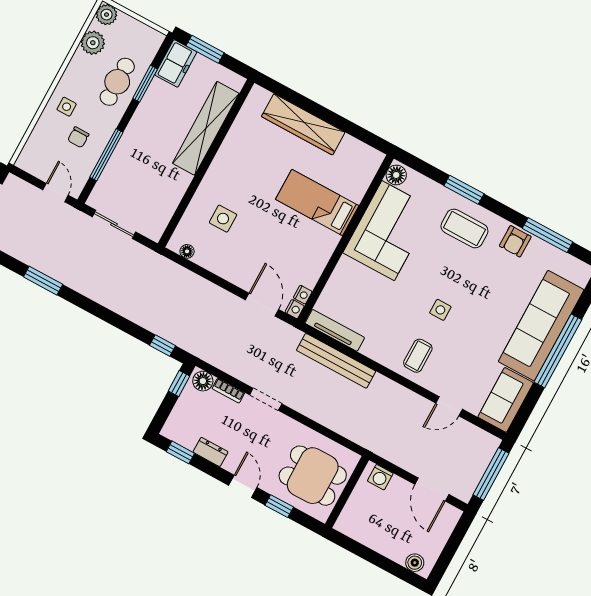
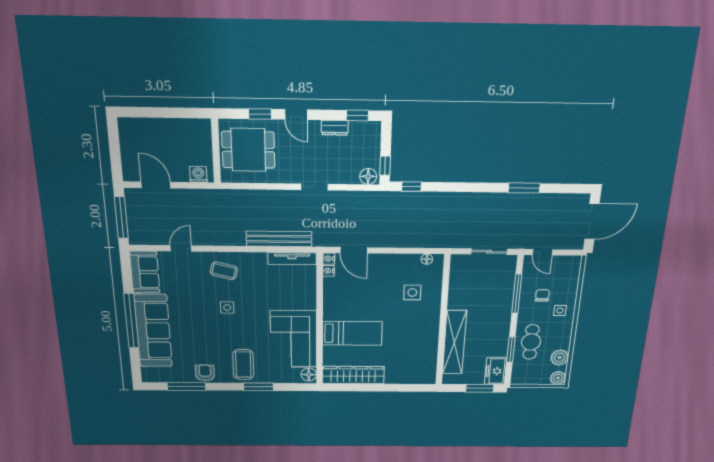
wardrobe: (303, 124) -> (353, 375), moved
coffee table: (464, 228) -> (243, 365), turned 90
coffee table: (418, 356) -> (224, 271), turned -76
bookcase: (228, 391) -> (345, 179), removed
boiler: (415, 563) -> (134, 125), removed

